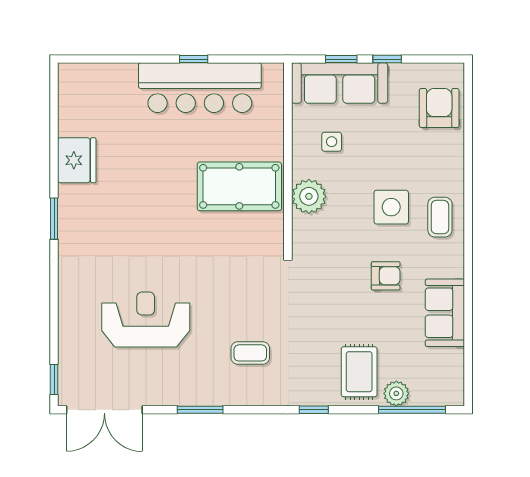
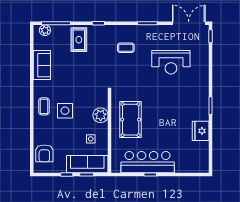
pool table: (239, 186) -> (131, 120), turned 90
armchair: (386, 276) -> (67, 81), removed
plant: (396, 393) -> (45, 30), moved

